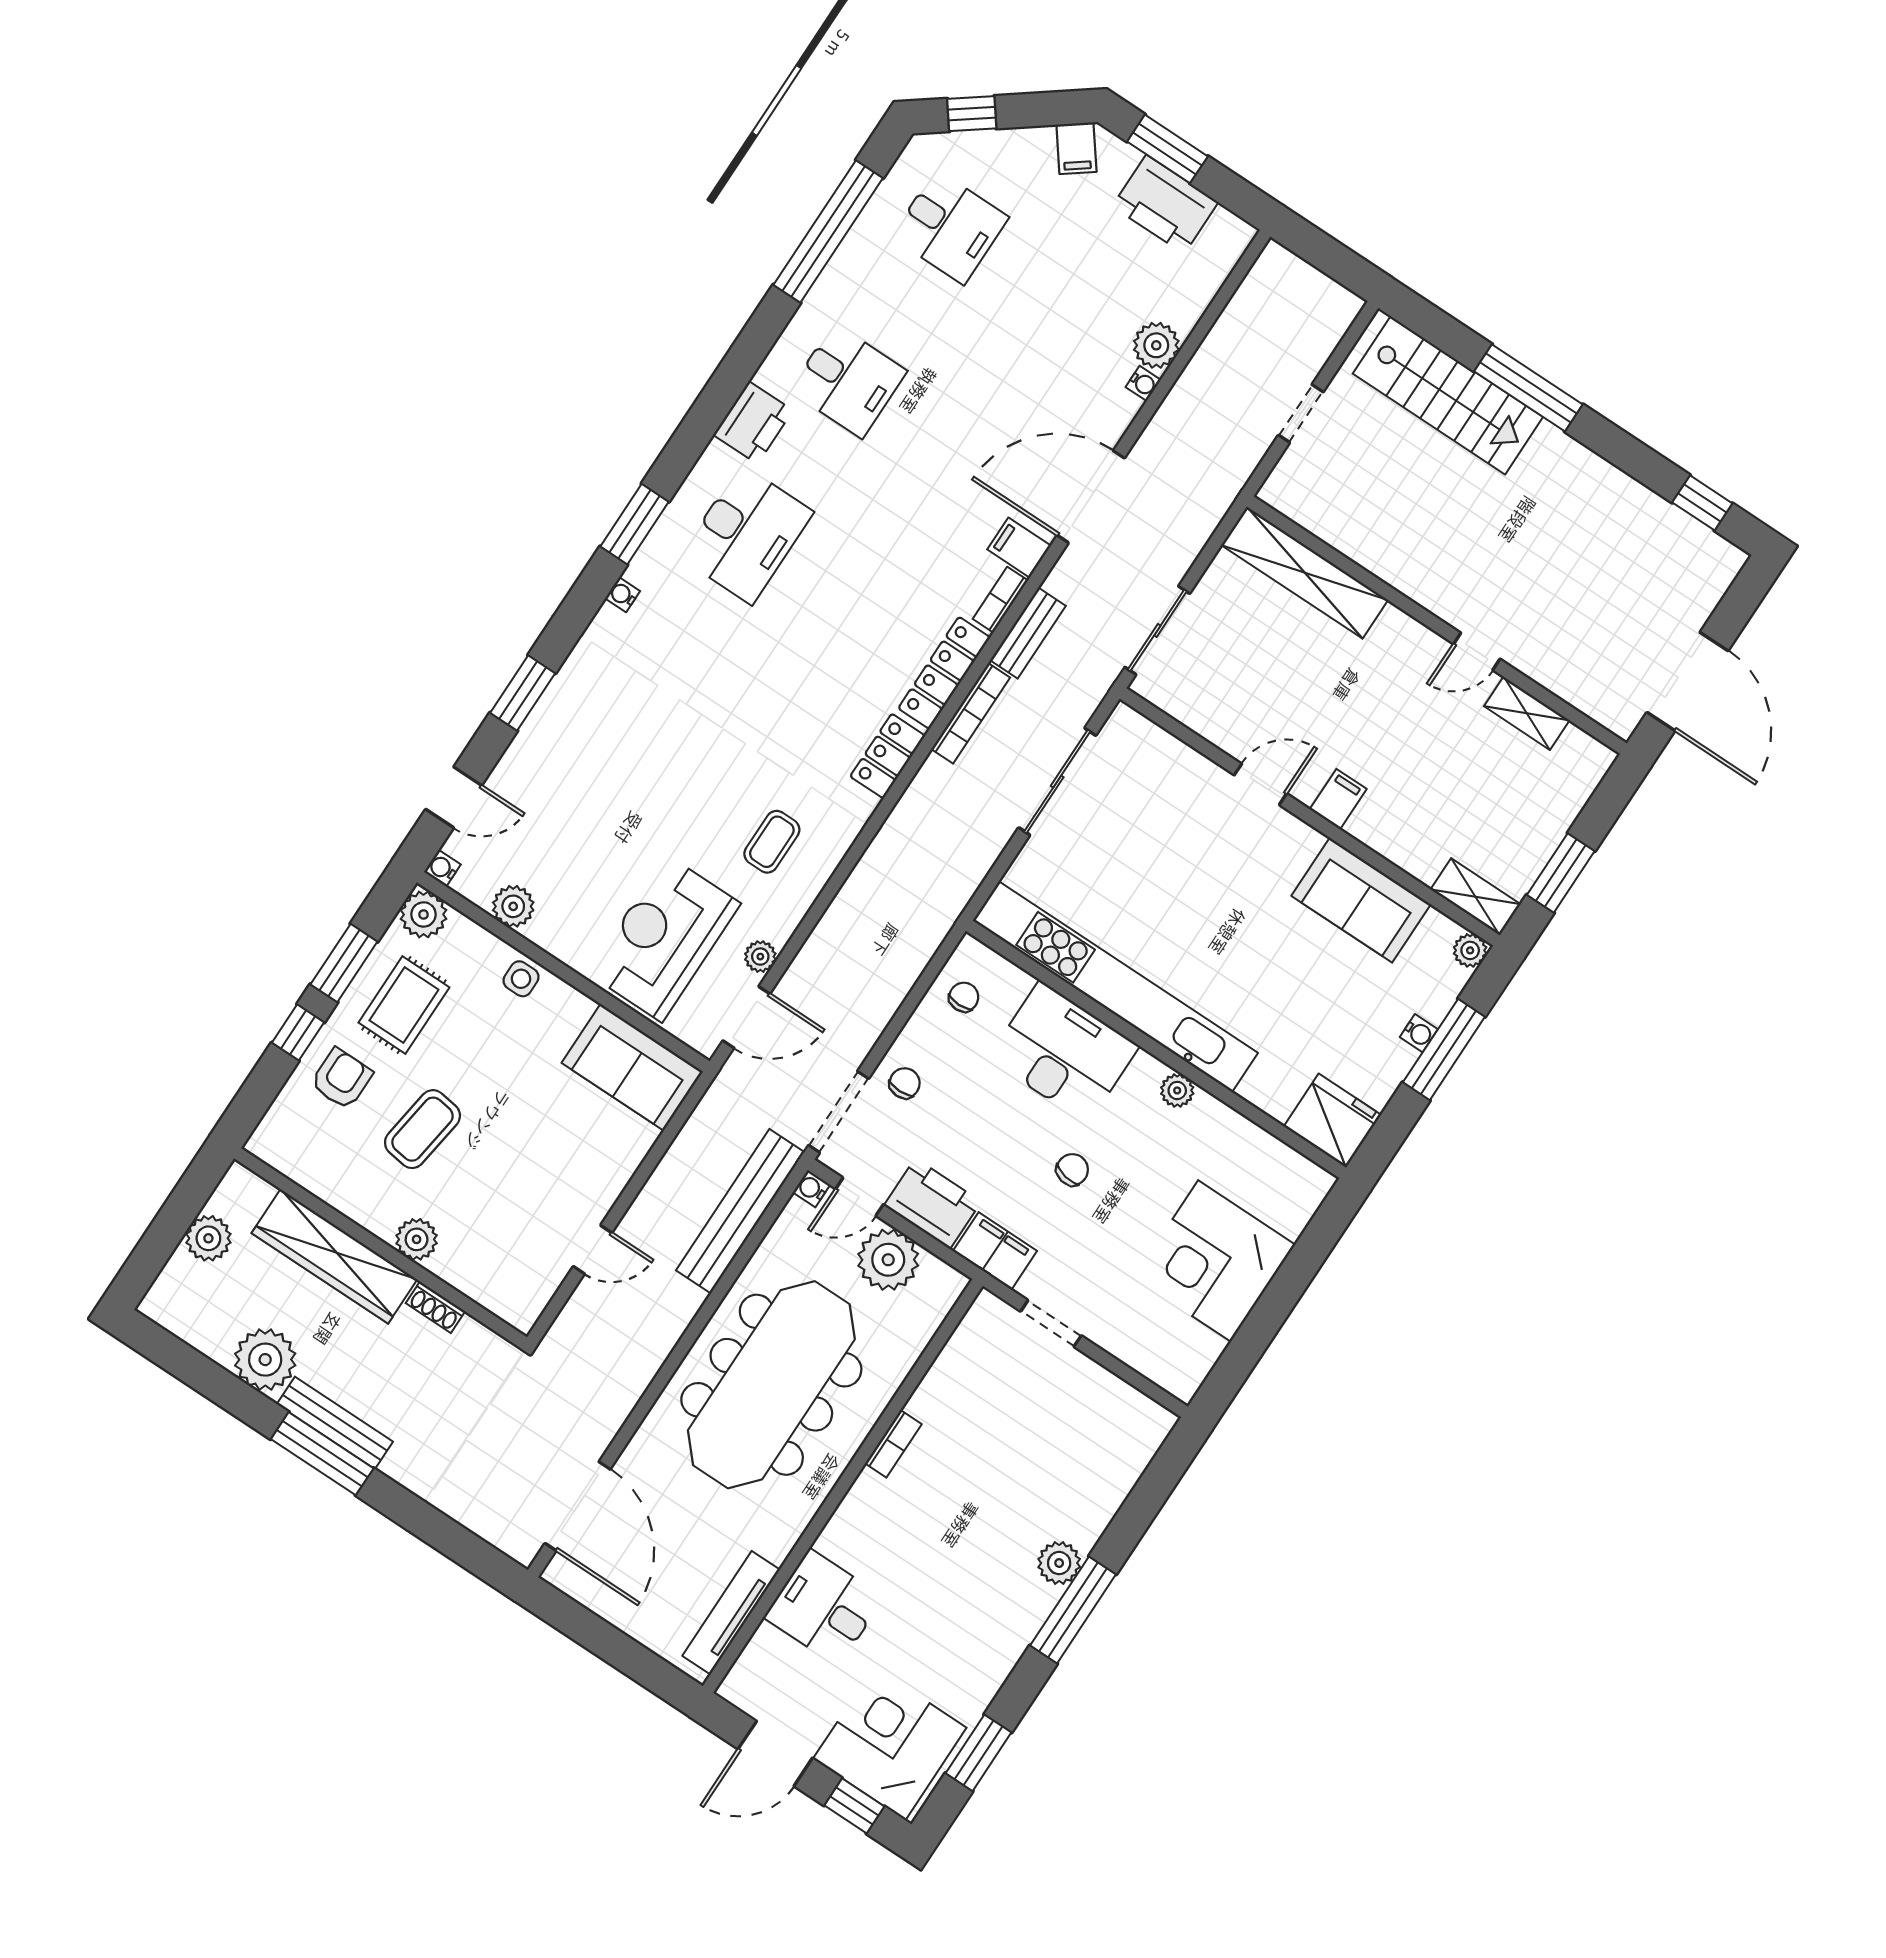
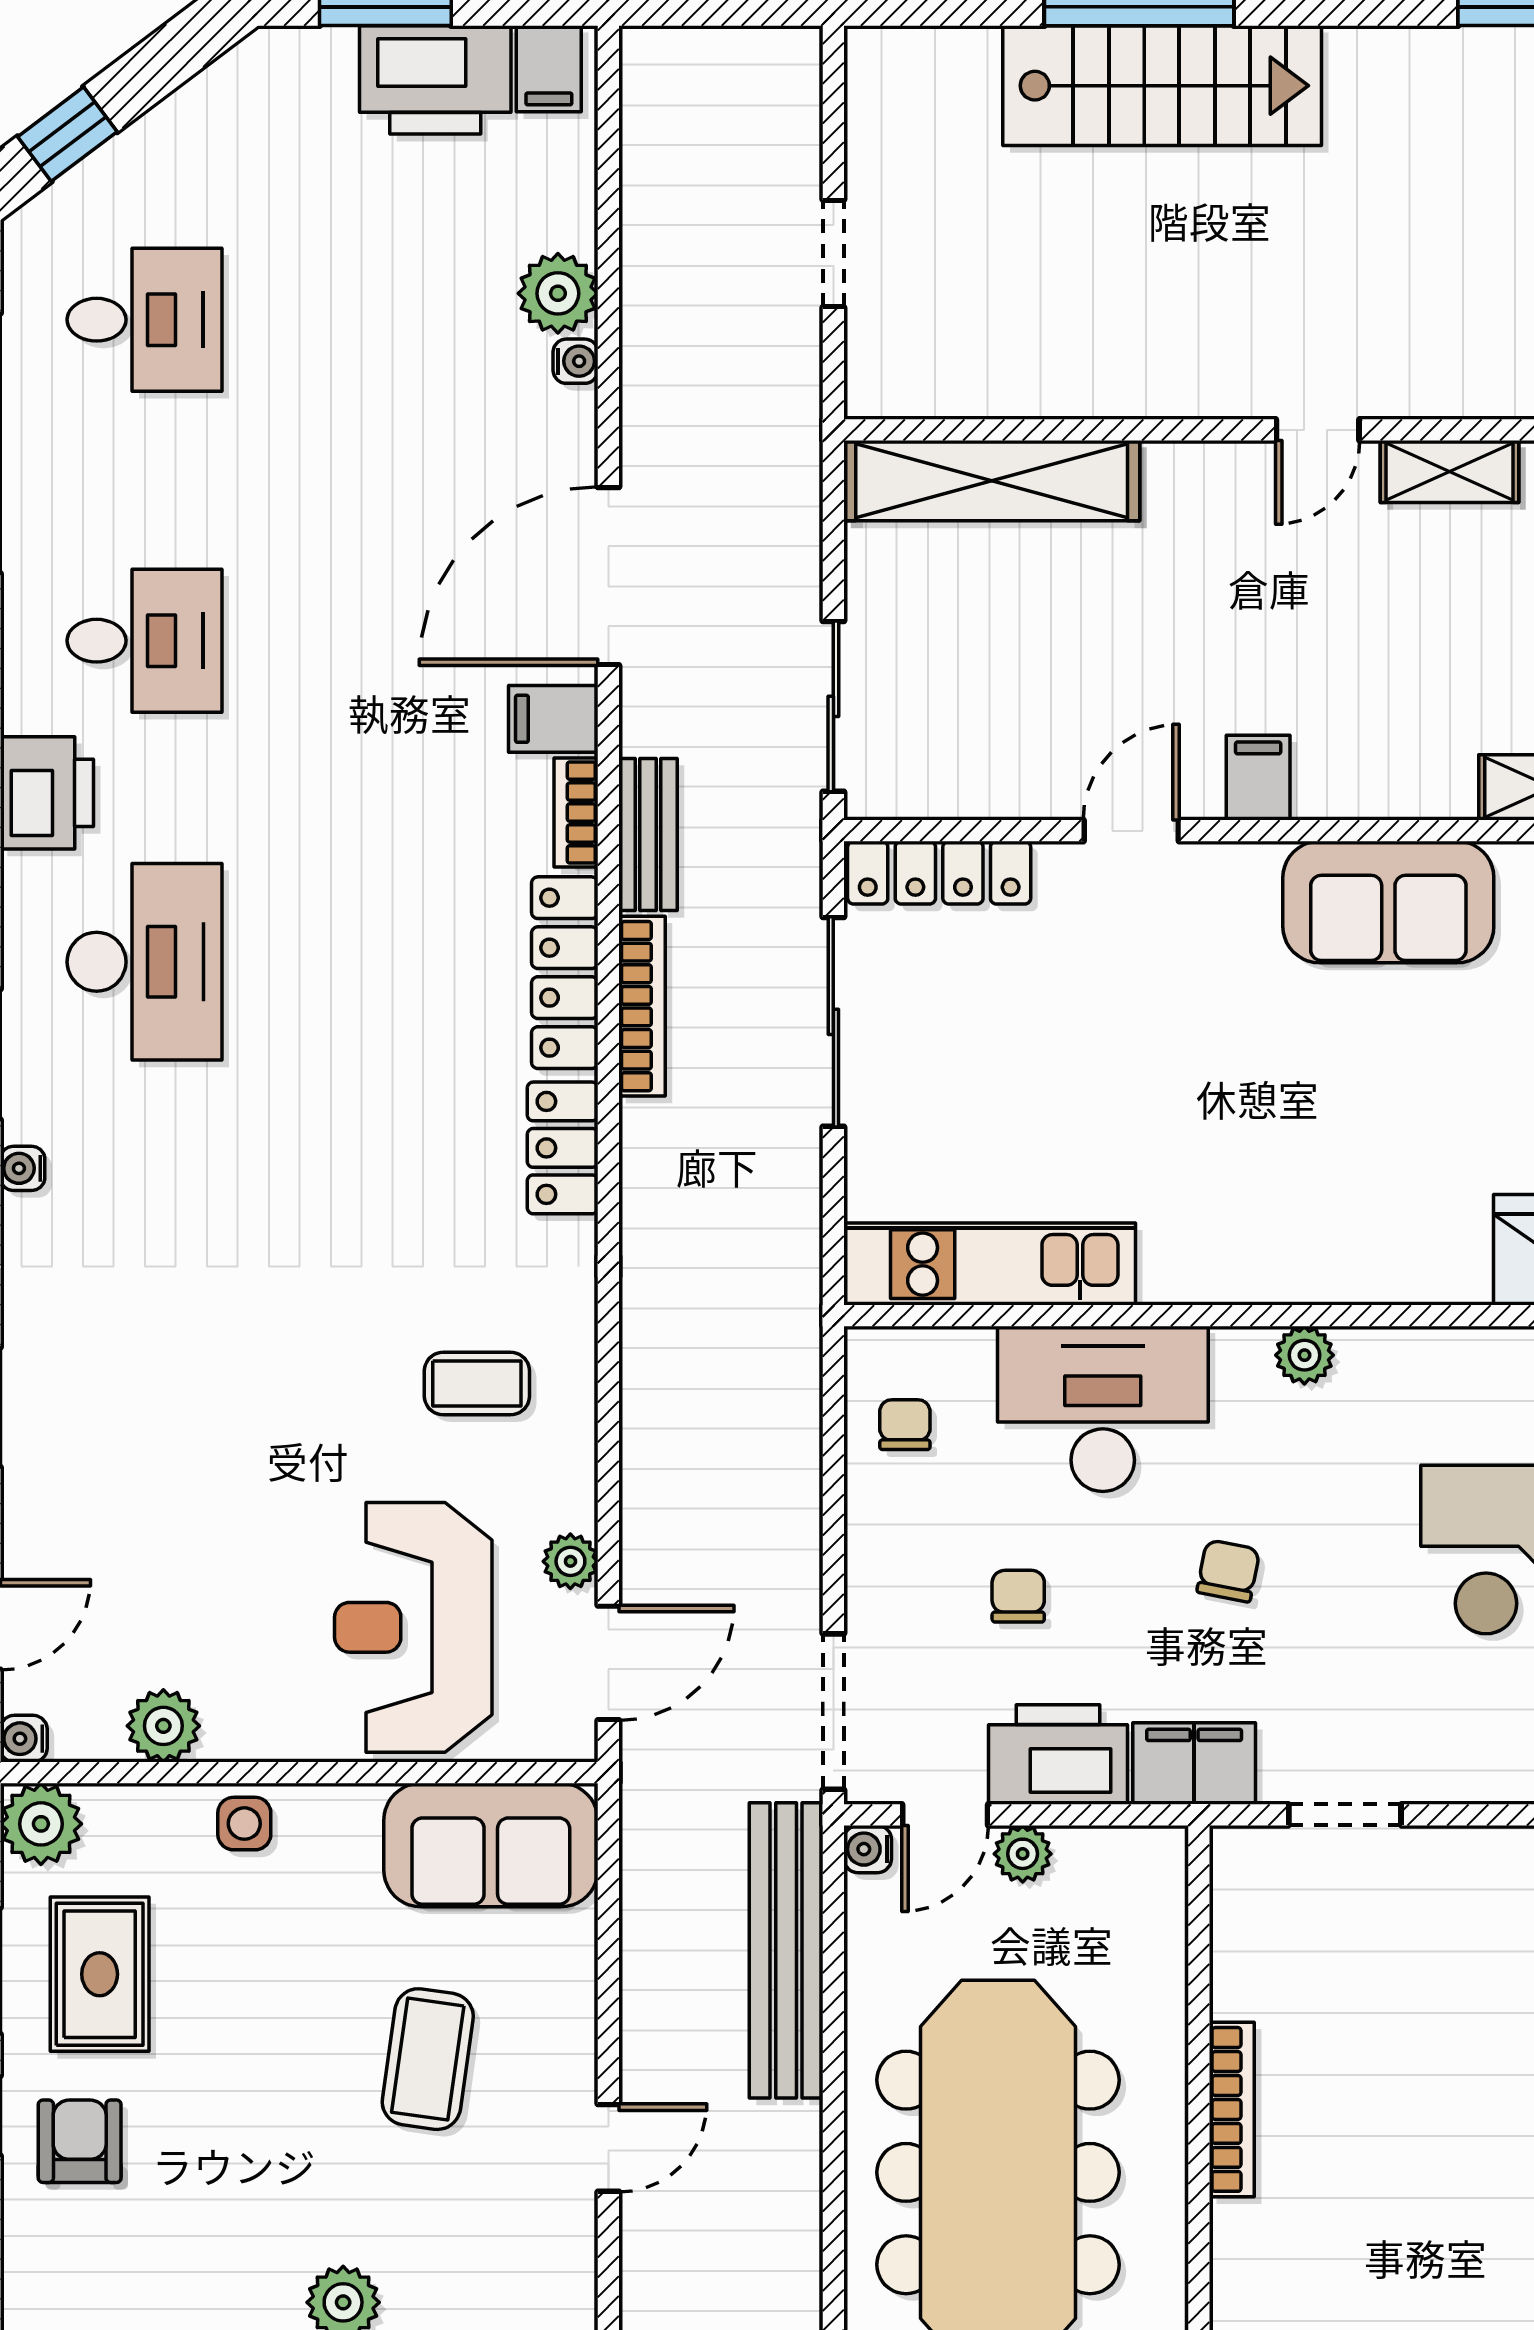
filing cabinet: (1076, 148) -> (549, 69), moved, turned 37
stairs: (1448, 395) -> (1162, 86), moved
locker: (1155, 744) -> (939, 873), added
coffee table: (772, 842) -> (477, 1384), turned 90
kitchen unit: (1115, 987) -> (990, 1264), width x0.54
chair: (905, 1083) -> (1018, 1596), moved
coffee table: (422, 1129) -> (428, 2059), moved
plant: (888, 1260) -> (1023, 1854), width x0.53, depth x0.53
bookcase: (893, 1444) -> (1232, 2109), width x1.56

